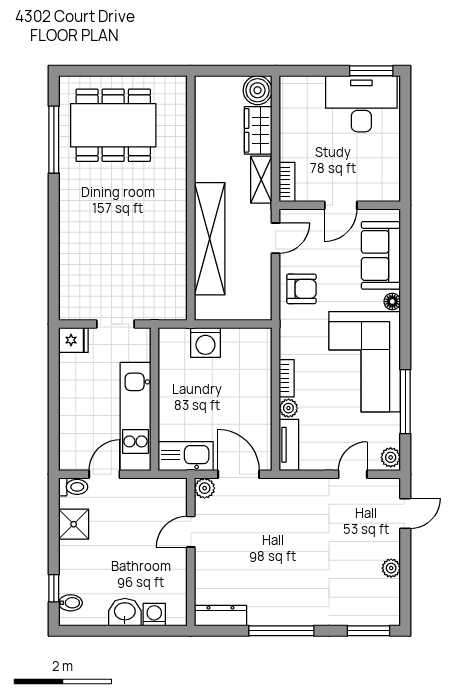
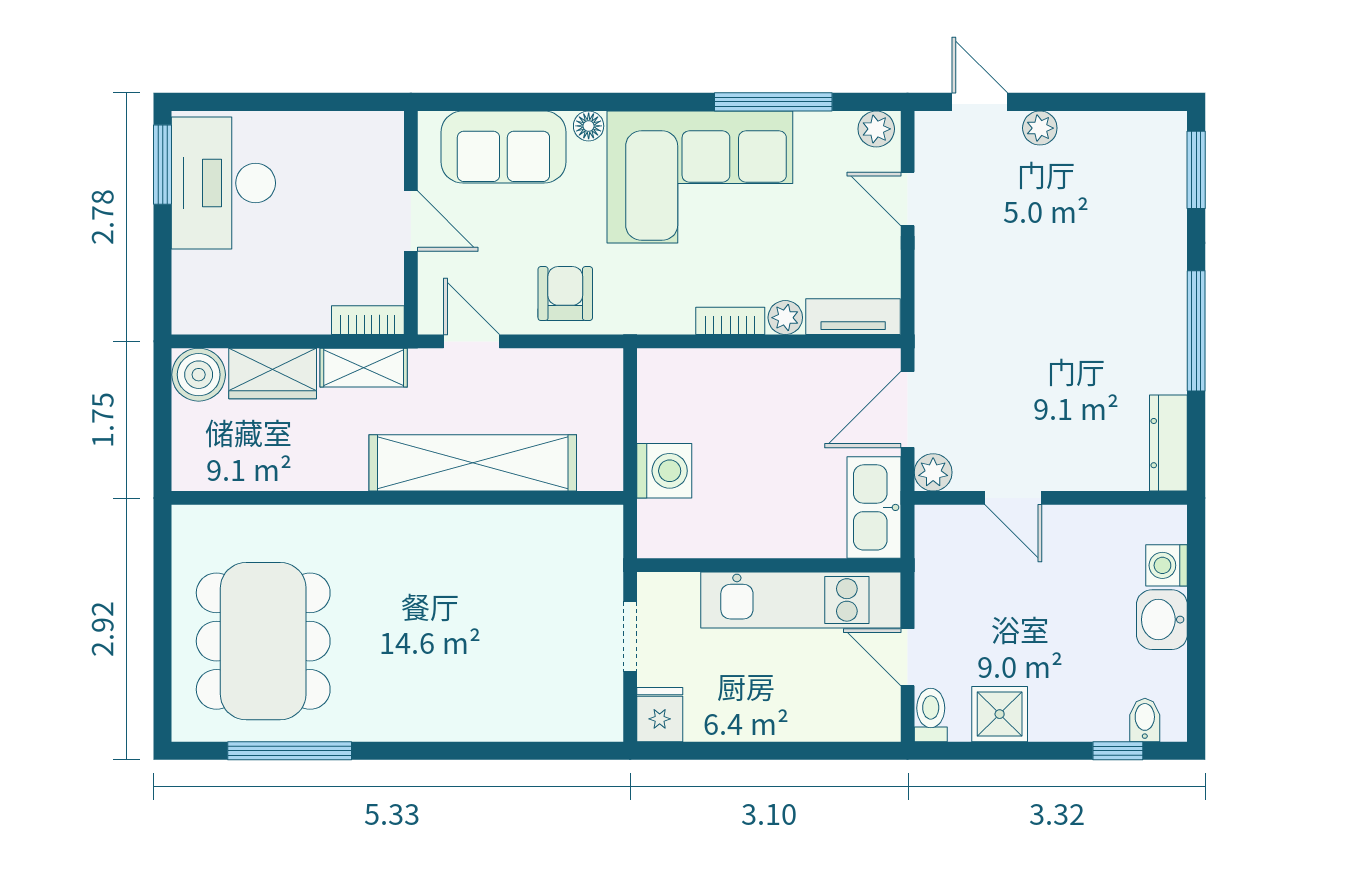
plant: (391, 568) -> (1040, 128), moved

